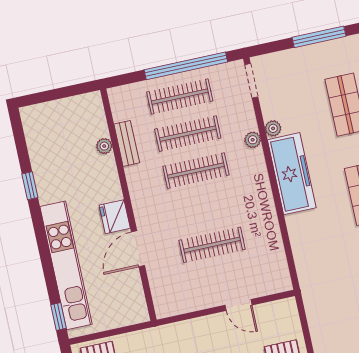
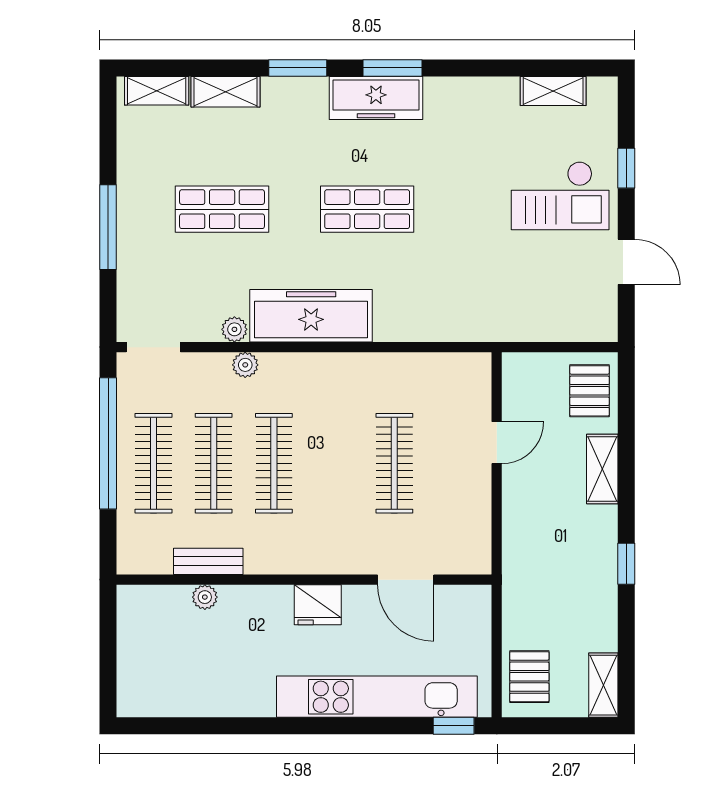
window: (30, 186) -> (241, 726), removed
door: (138, 249) -> (406, 580), moved

